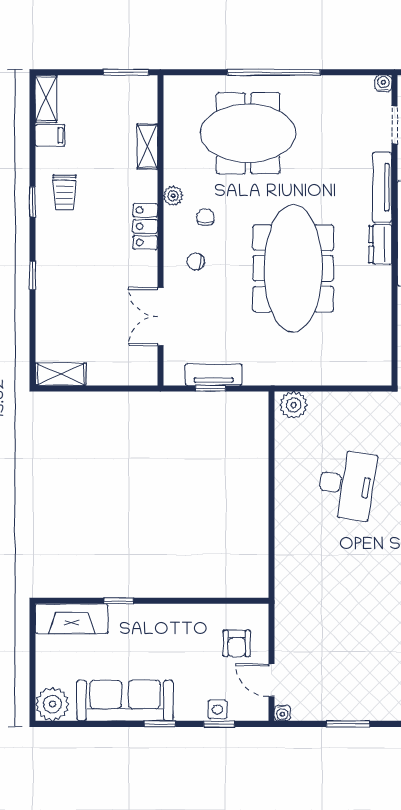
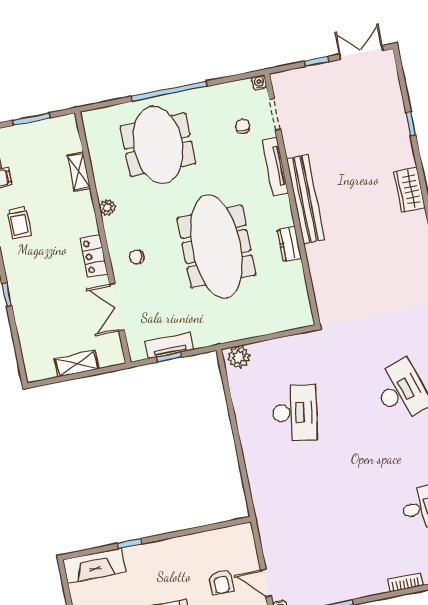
window: (126, 72) -> (31, 119), moved
meeting table: (248, 133) -> (158, 145), turned 90
chair: (205, 217) -> (243, 126), moved
locker: (145, 226) -> (94, 256), moved
dresser: (380, 244) -> (289, 244), moved
shelving: (61, 374) -> (77, 364), moved
armchair: (237, 643) -> (221, 582), moved

